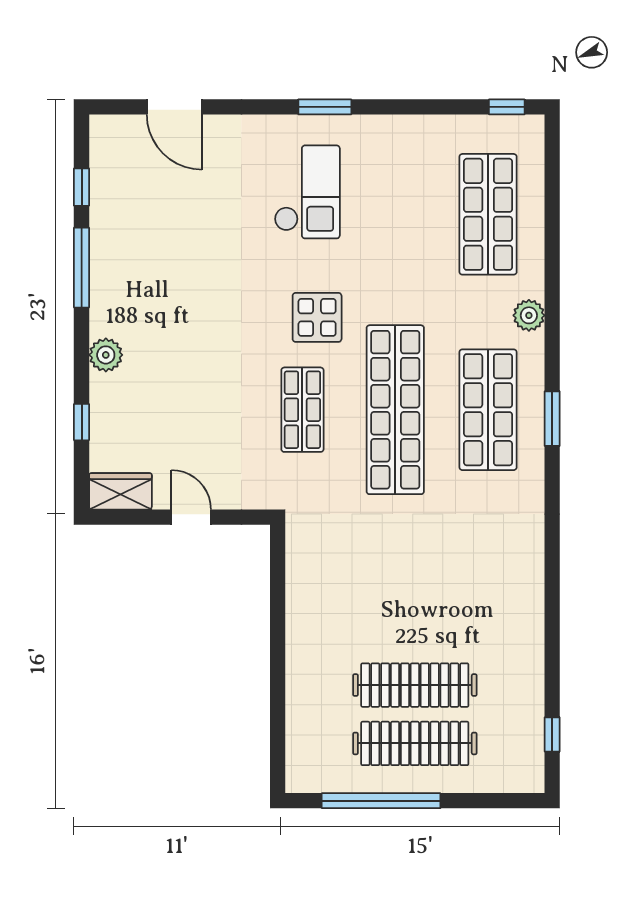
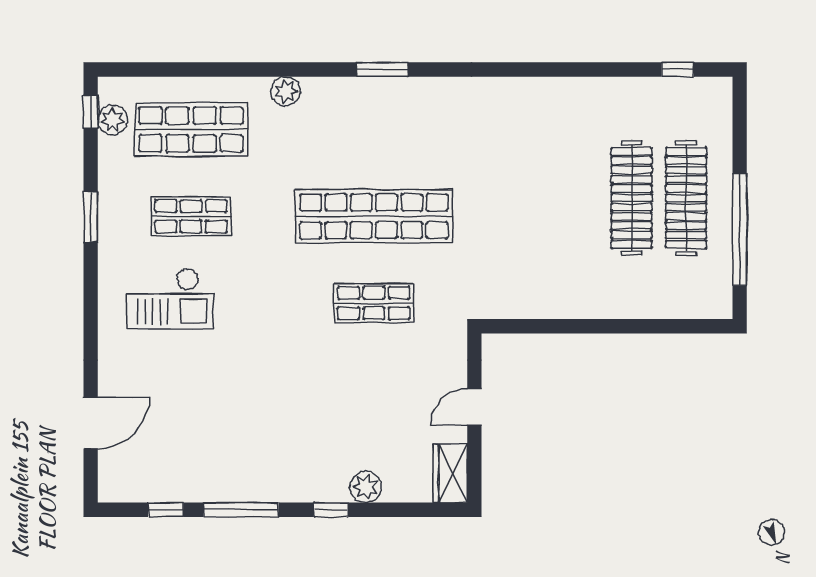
window: (325, 107) -> (91, 217), moved
plant: (498, 130) -> (113, 120), added
checkout: (307, 192) -> (170, 299), turned 180
display table: (317, 317) -> (288, 289), removed
plant: (106, 355) -> (366, 487), moved
shop shelf: (488, 410) -> (191, 216), moved, width x0.70, depth x0.74
window: (82, 422) -> (331, 510), moved

